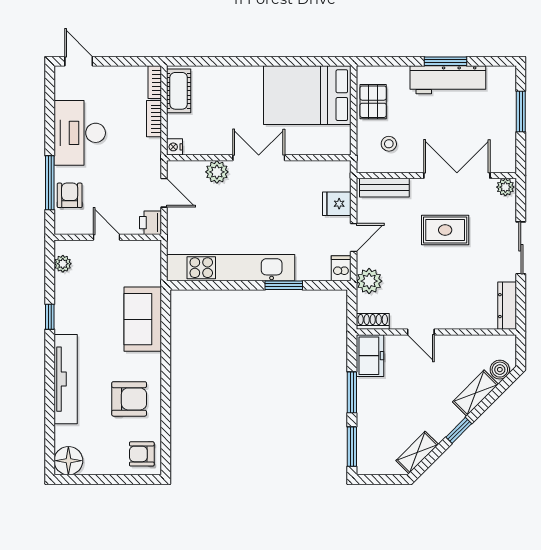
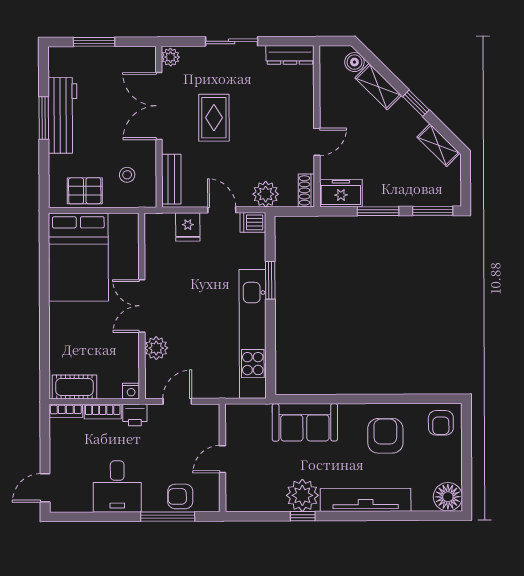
desk: (80, 133) -> (117, 487), width x0.73
printer: (151, 223) -> (135, 415), moved
plant: (63, 264) -> (302, 495), moved, width x1.87, depth x1.87

